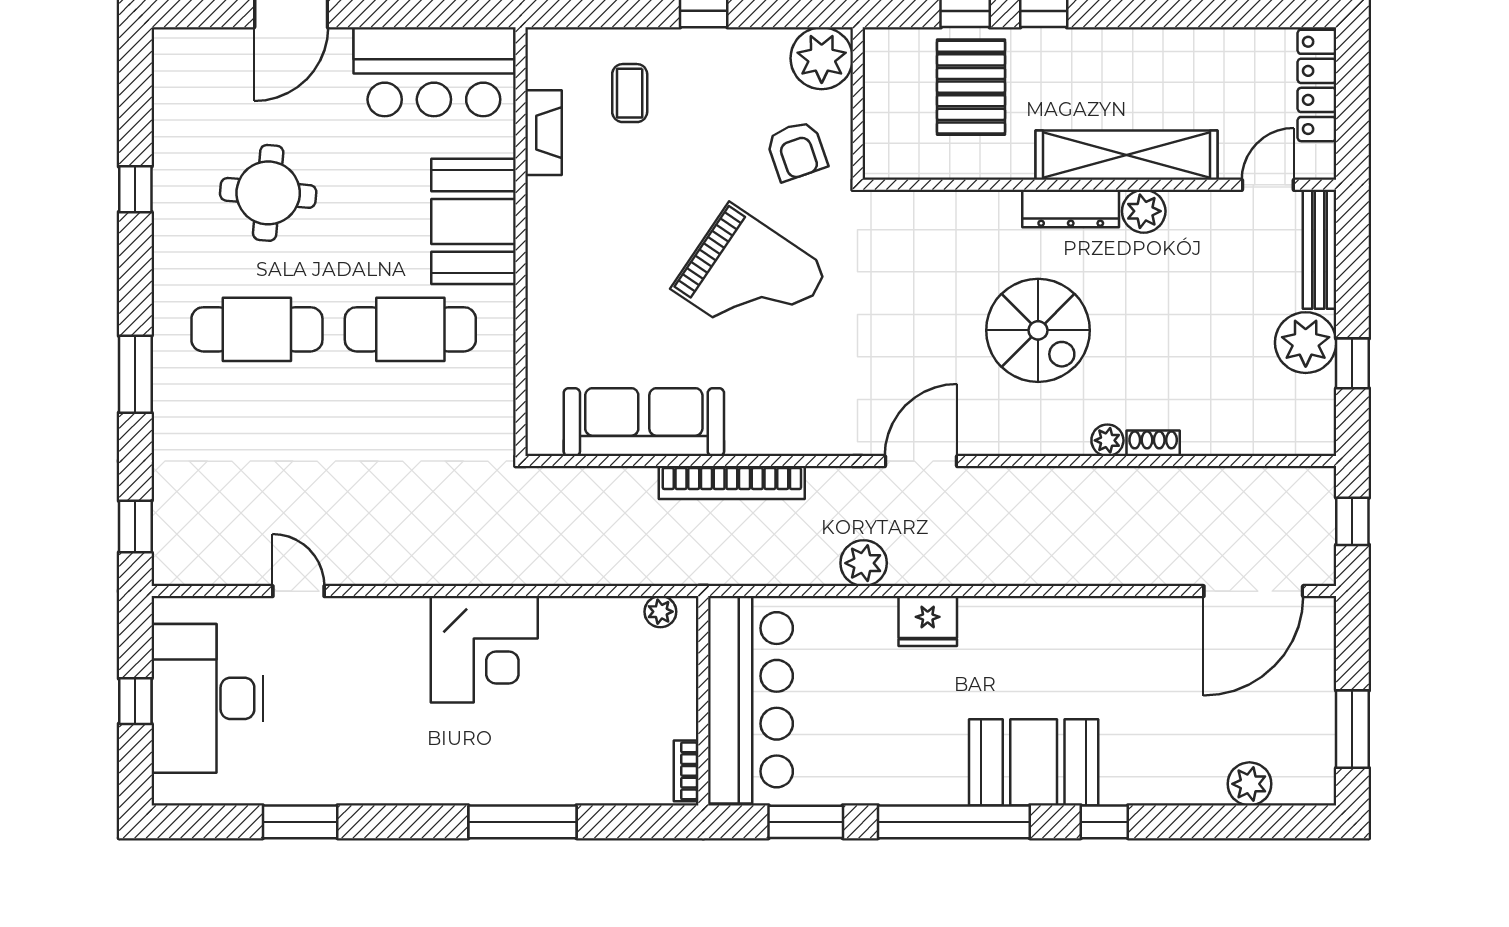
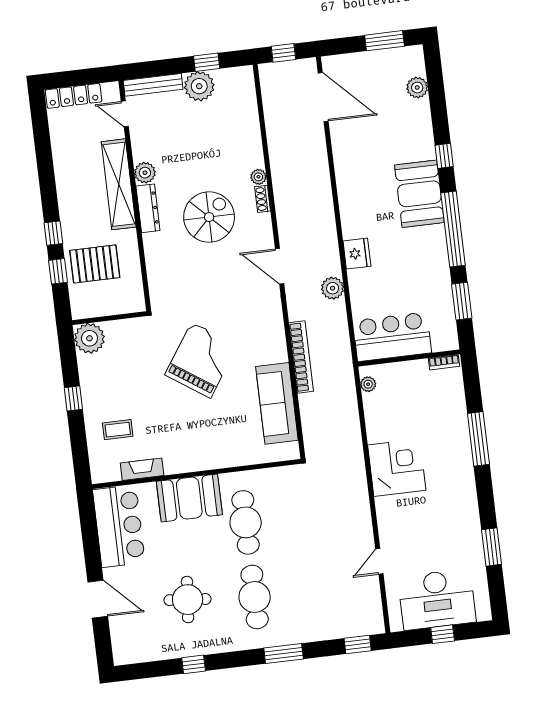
armchair: (797, 151) -> (136, 345), removed
shoe rack: (1153, 443) -> (263, 199), moved
bar counter: (750, 700) -> (392, 337), width x0.73

